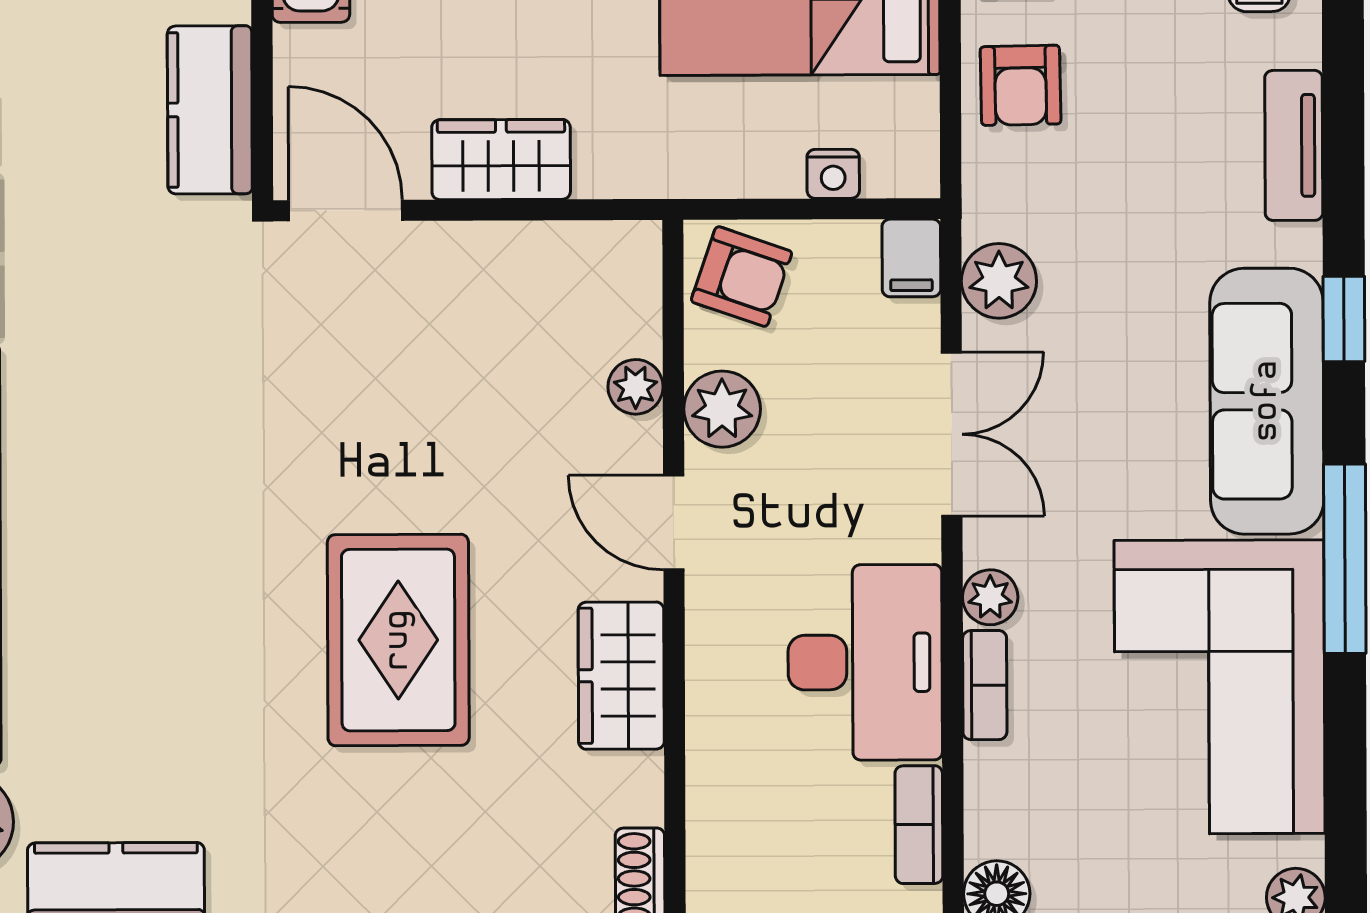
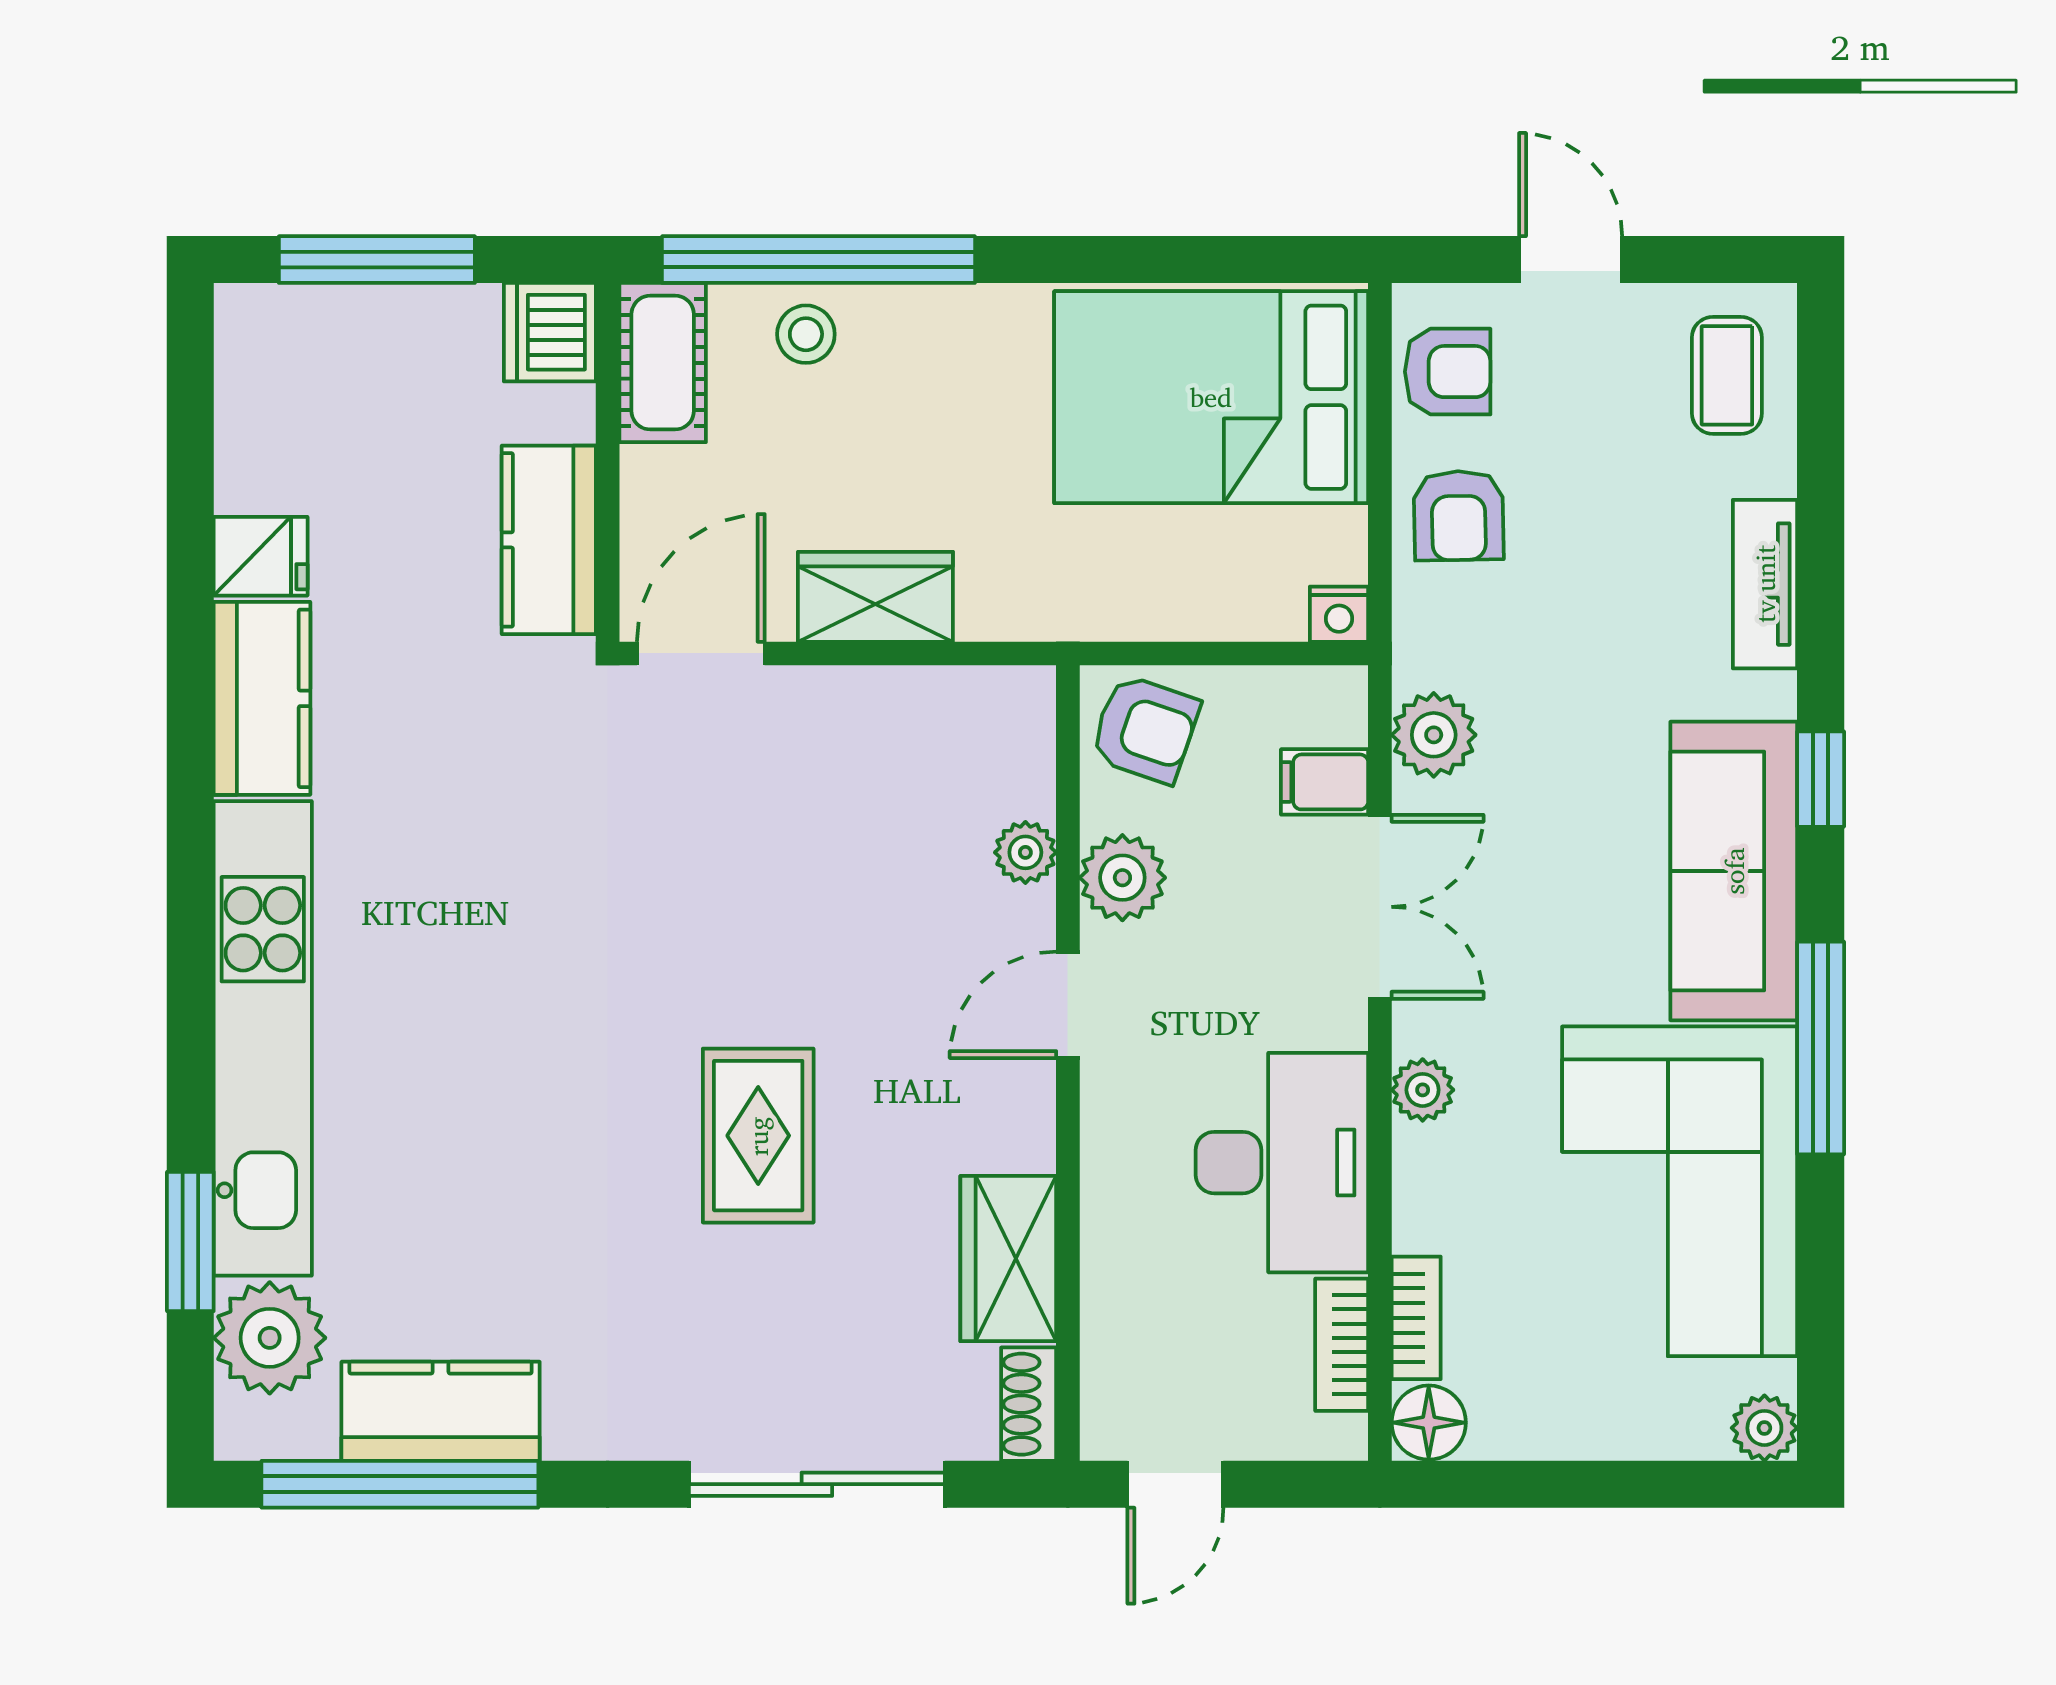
nightstand: (833, 174) -> (1339, 614), moved
door: (346, 211) -> (701, 653), hinge flipped
filing cabinet: (911, 258) -> (1325, 782), moved, turned 90
door: (674, 523) -> (1068, 1005), hinge flipped
rug: (398, 640) -> (758, 1136), width x0.73, depth x0.70
wardrobe: (621, 676) -> (1008, 1259), moved
bookcase: (985, 685) -> (1416, 1318), moved

